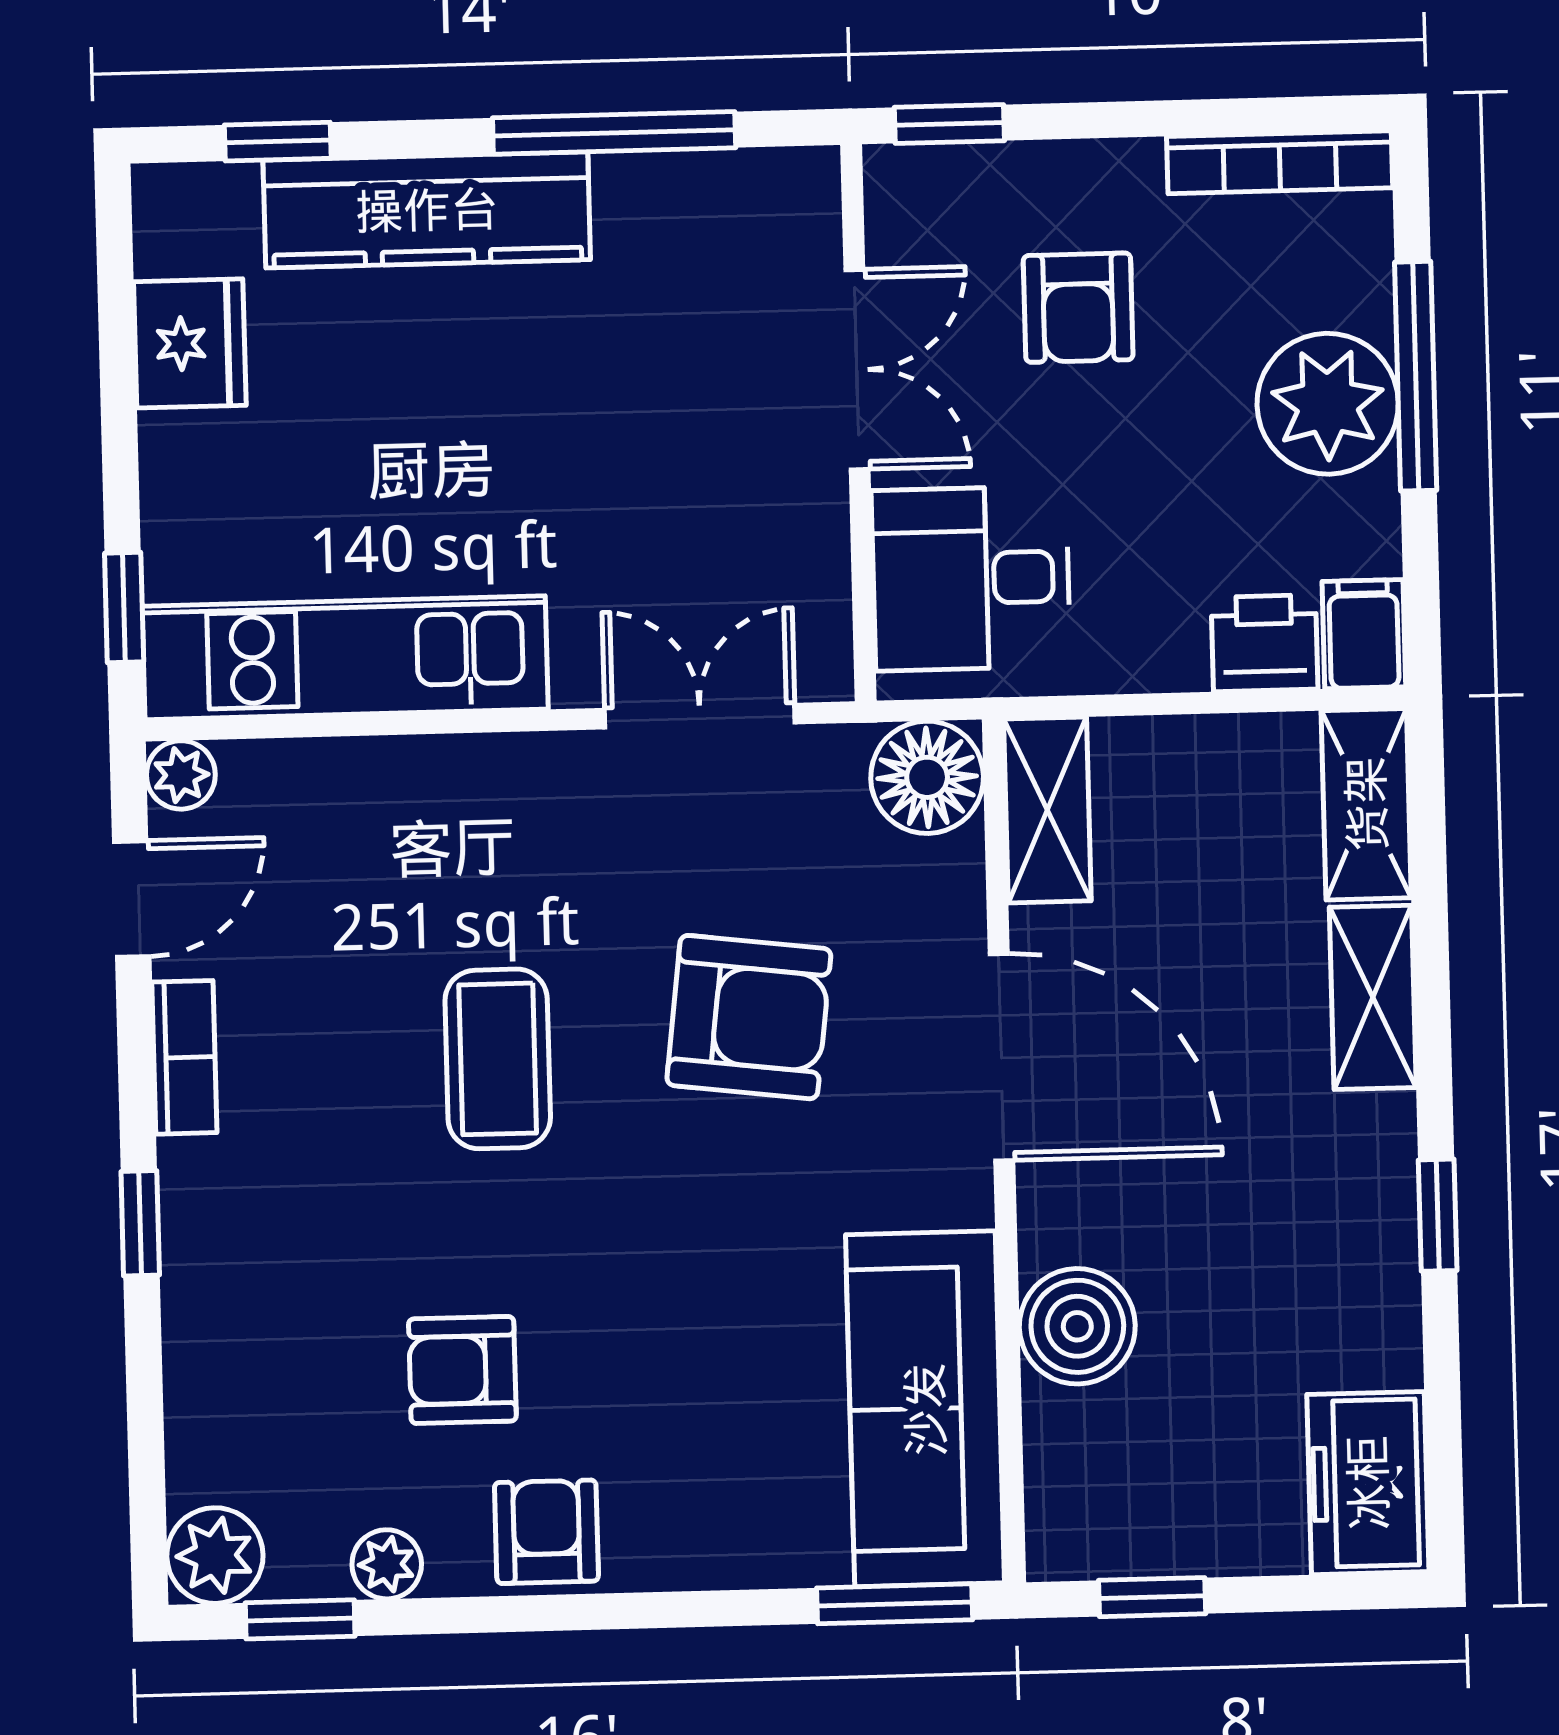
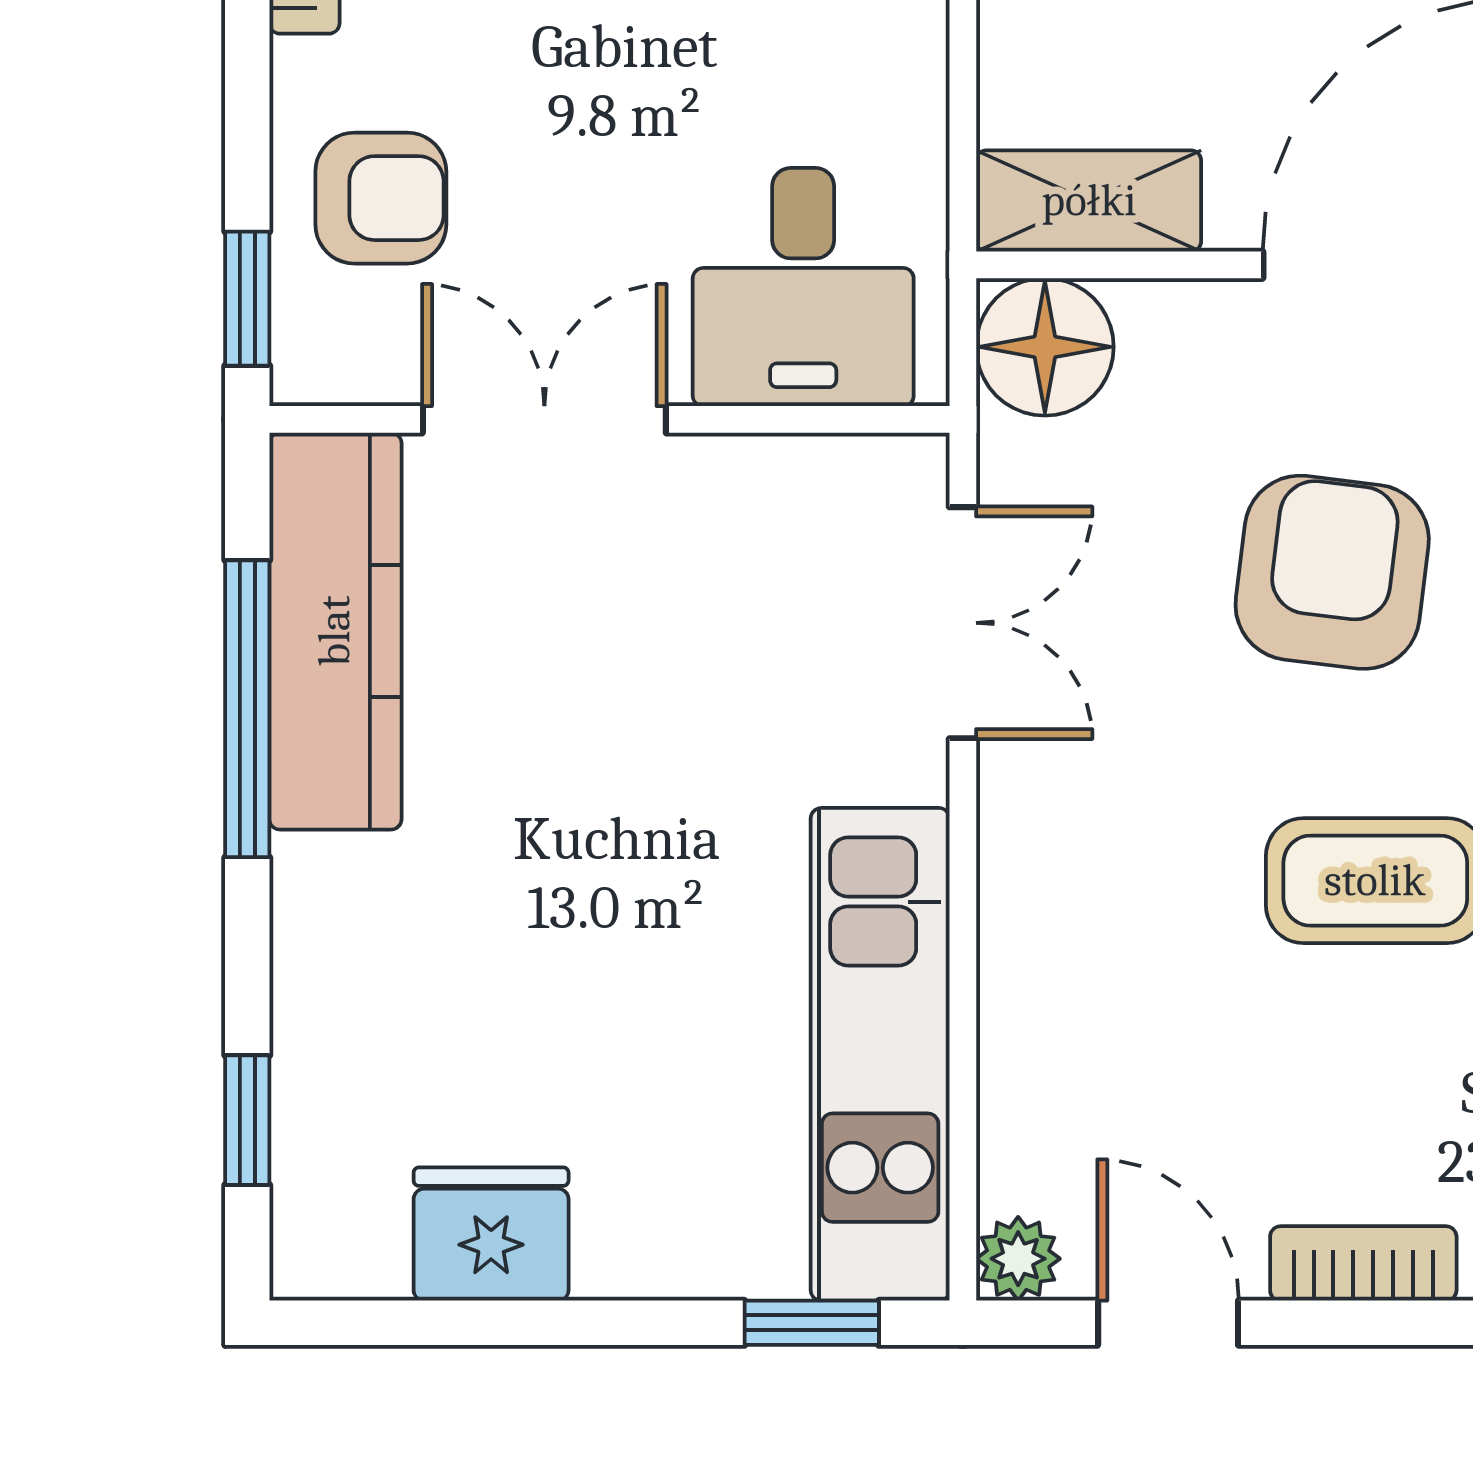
kitchen counter: (427, 210) -> (335, 631), moved
armchair: (1078, 308) -> (381, 198), moved
double door: (700, 716) -> (963, 623), swing flipped

